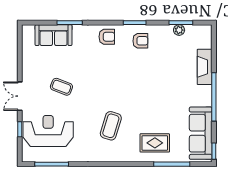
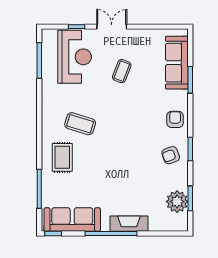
plant: (179, 30) -> (177, 202), width x1.87, depth x1.87
sofa: (54, 35) -> (177, 63), width x1.36
armchair: (107, 37) -> (175, 119), turned 180
armchair: (140, 41) -> (171, 155), turned 70
fireplace: (205, 67) -> (129, 224), moved
rug: (155, 143) -> (62, 157), moved

